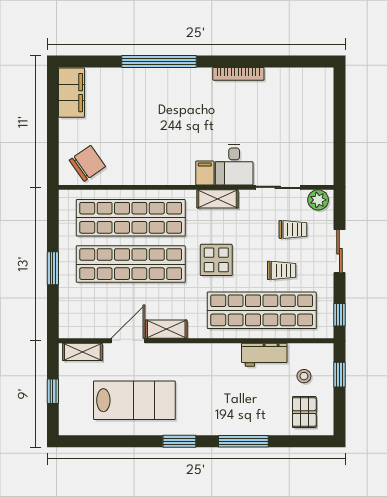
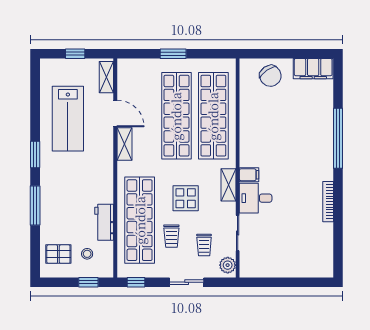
chair: (87, 163) -> (270, 76), moved
display table: (216, 260) -> (186, 198), moved

